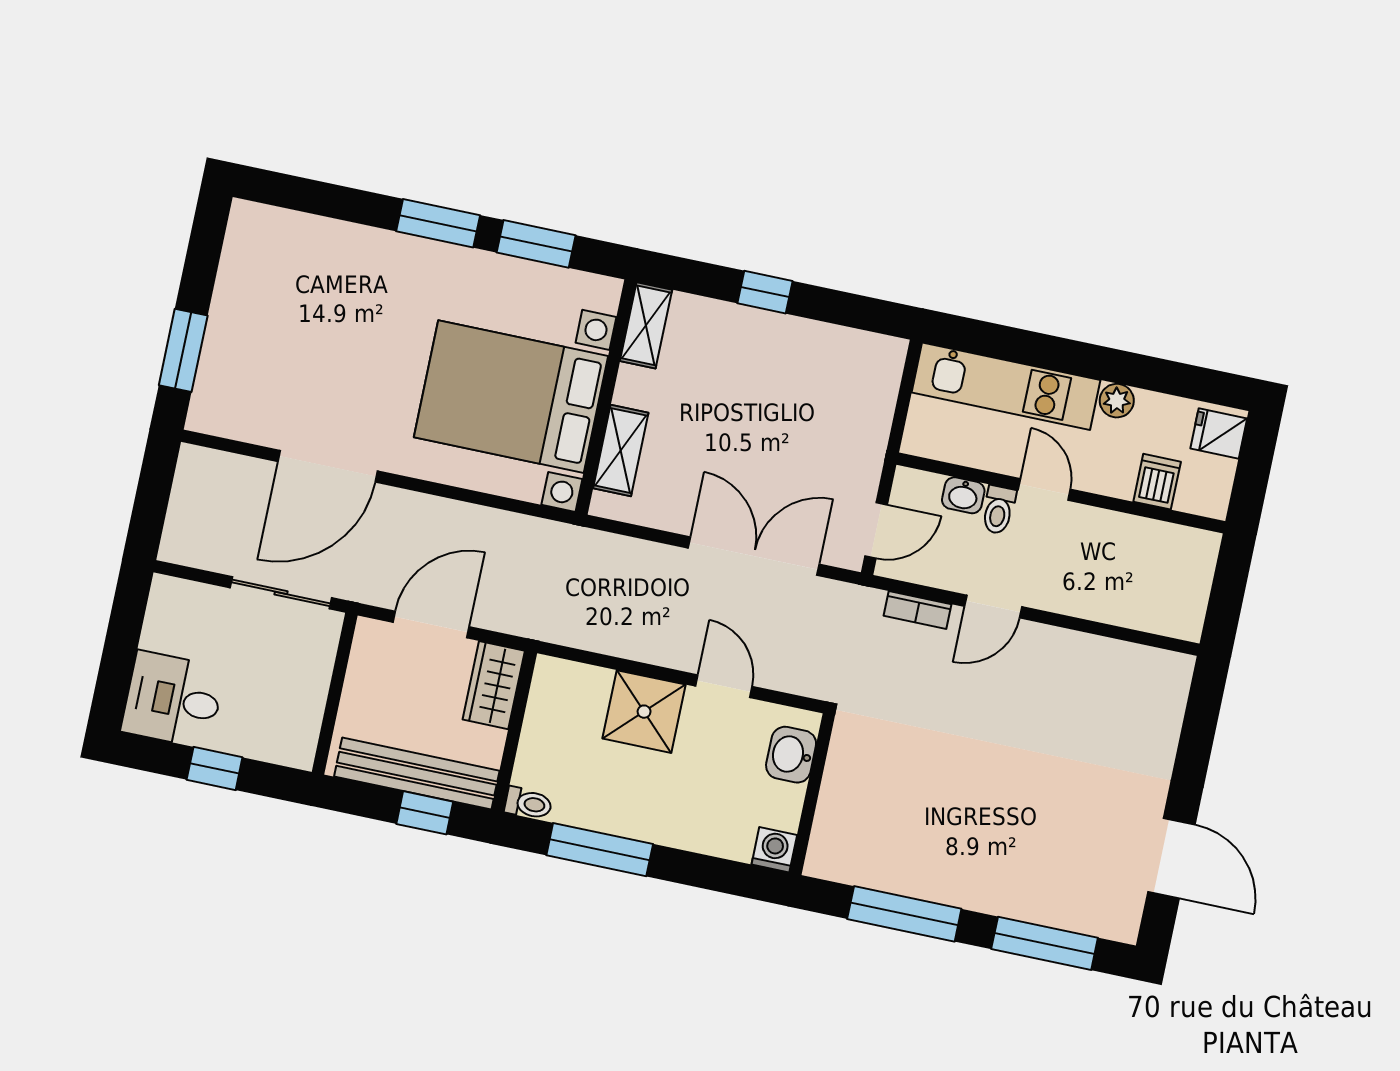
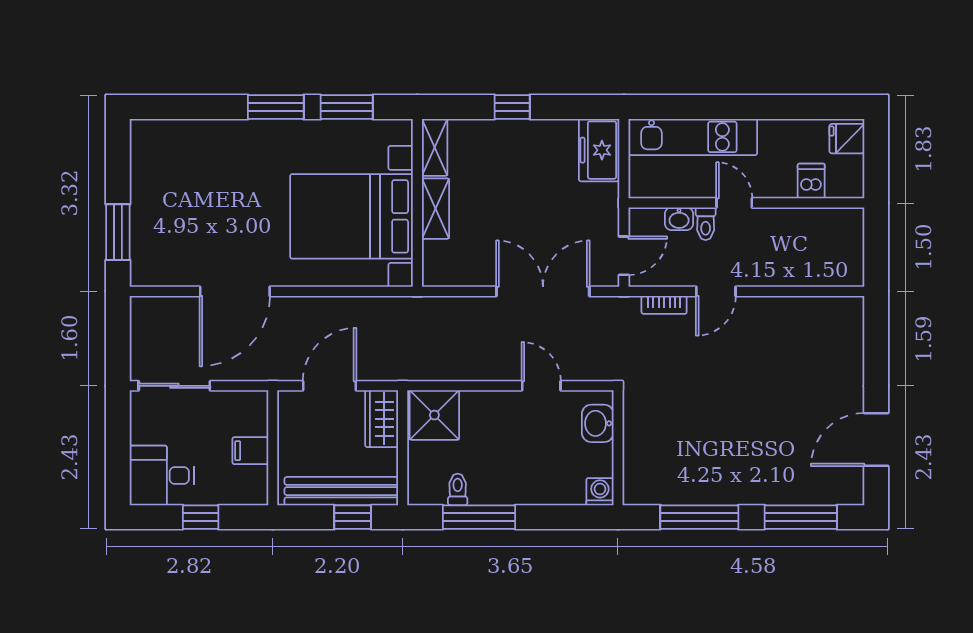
freezer: (873, 377) -> (599, 150), added
plant: (1117, 401) -> (772, 131), removed
shelving: (621, 451) -> (435, 209), moved
sliding door: (281, 593) -> (174, 386), moved
filing cabinet: (303, 691) -> (250, 451), added
shower: (644, 712) -> (434, 415), moved
toilet: (528, 803) -> (458, 489), moved, turned -90
door: (1171, 858) -> (876, 440), swing flipped

